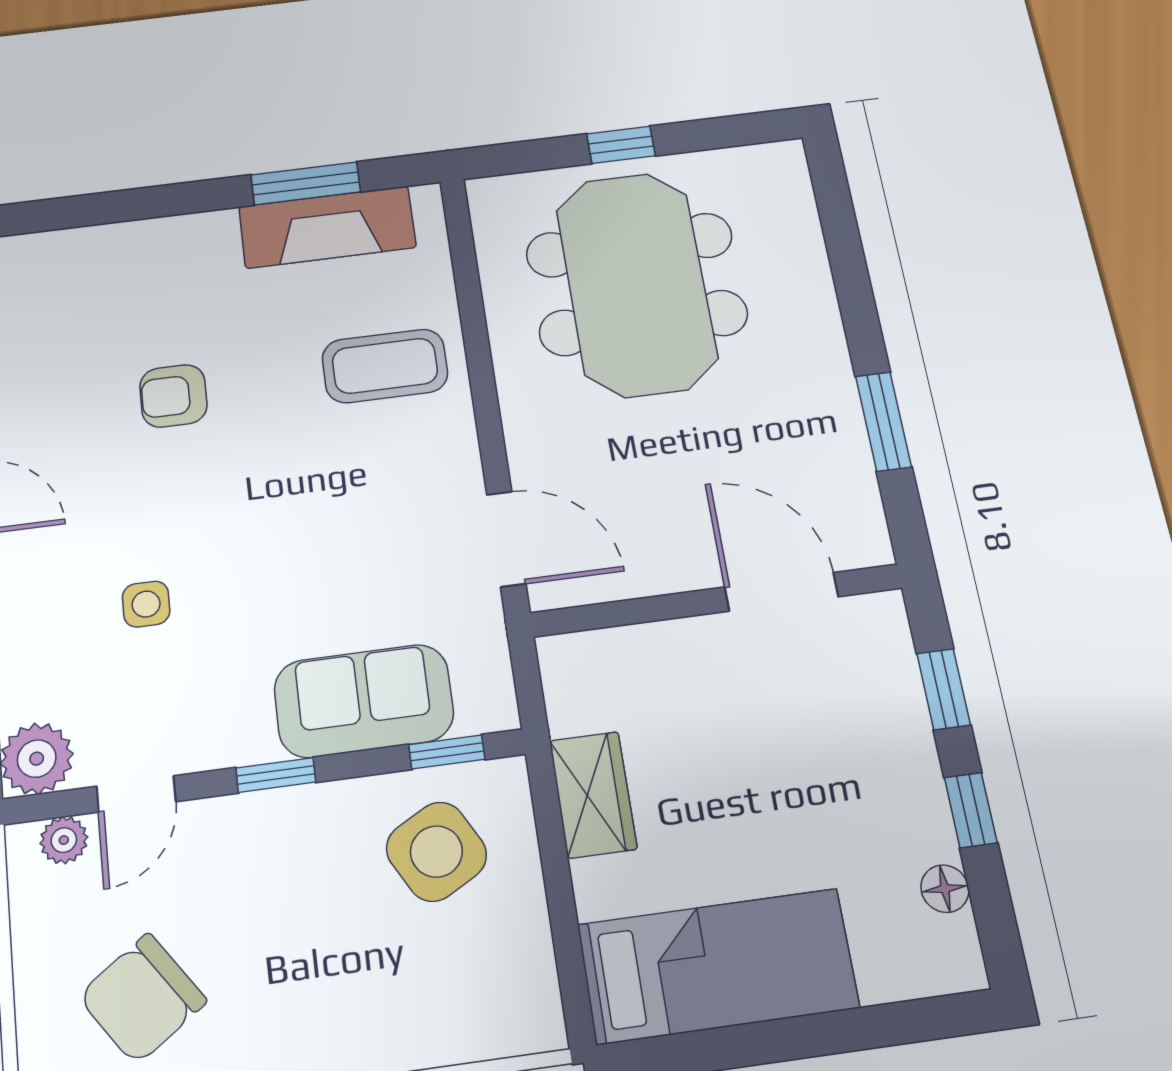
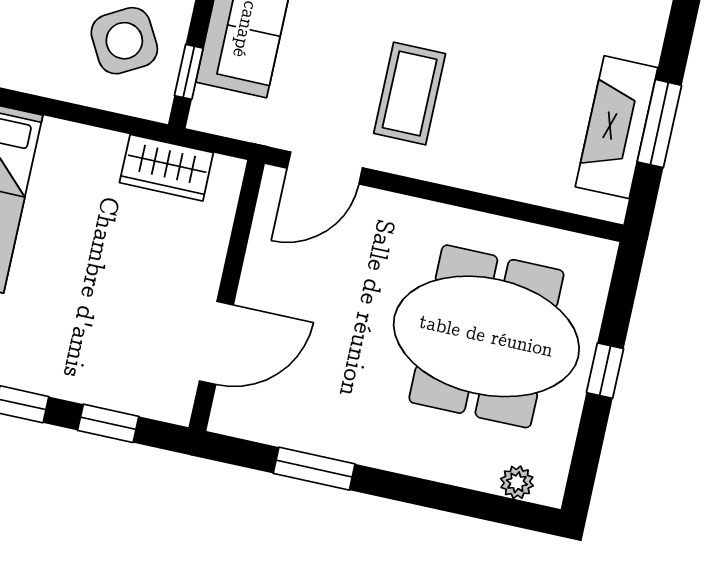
plant: (794, 193) -> (517, 482), added
coffee table: (385, 366) -> (410, 94), moved
wardrobe: (593, 795) -> (166, 168), moved

